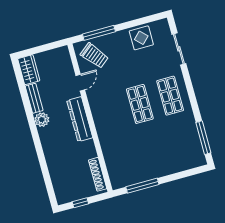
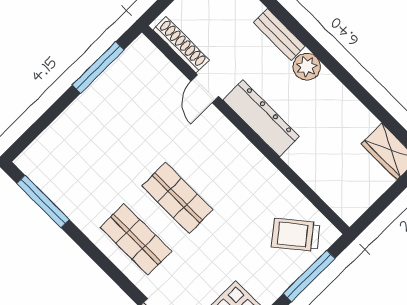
door: (80, 83) -> (205, 89), moved
bench: (34, 98) -> (279, 34), moved
plant: (42, 120) -> (307, 67), moved

